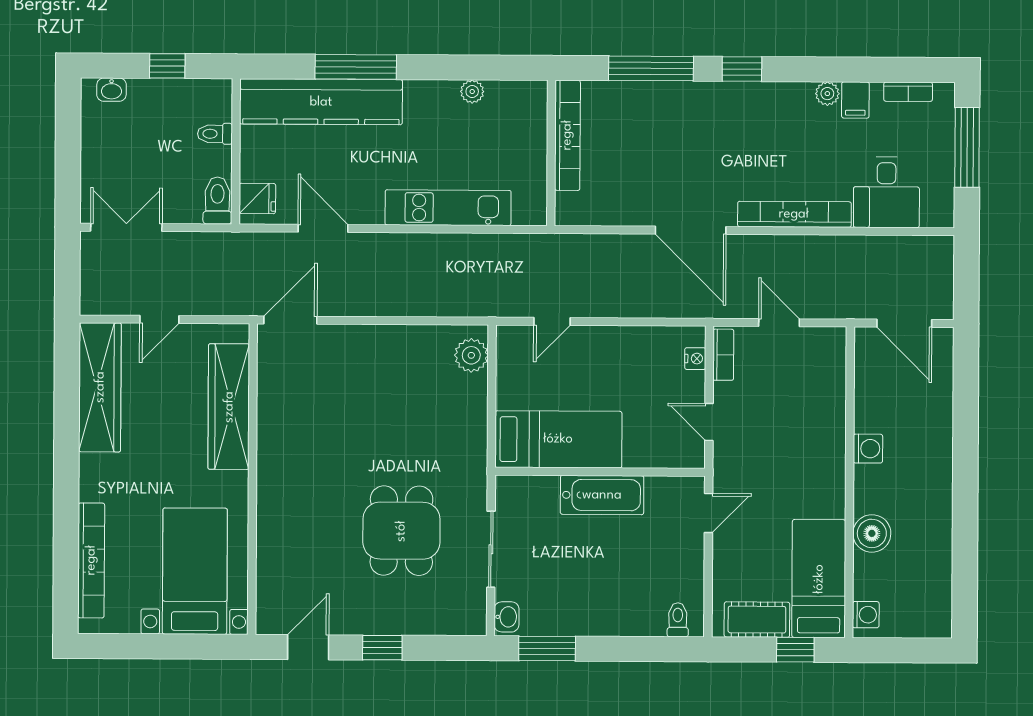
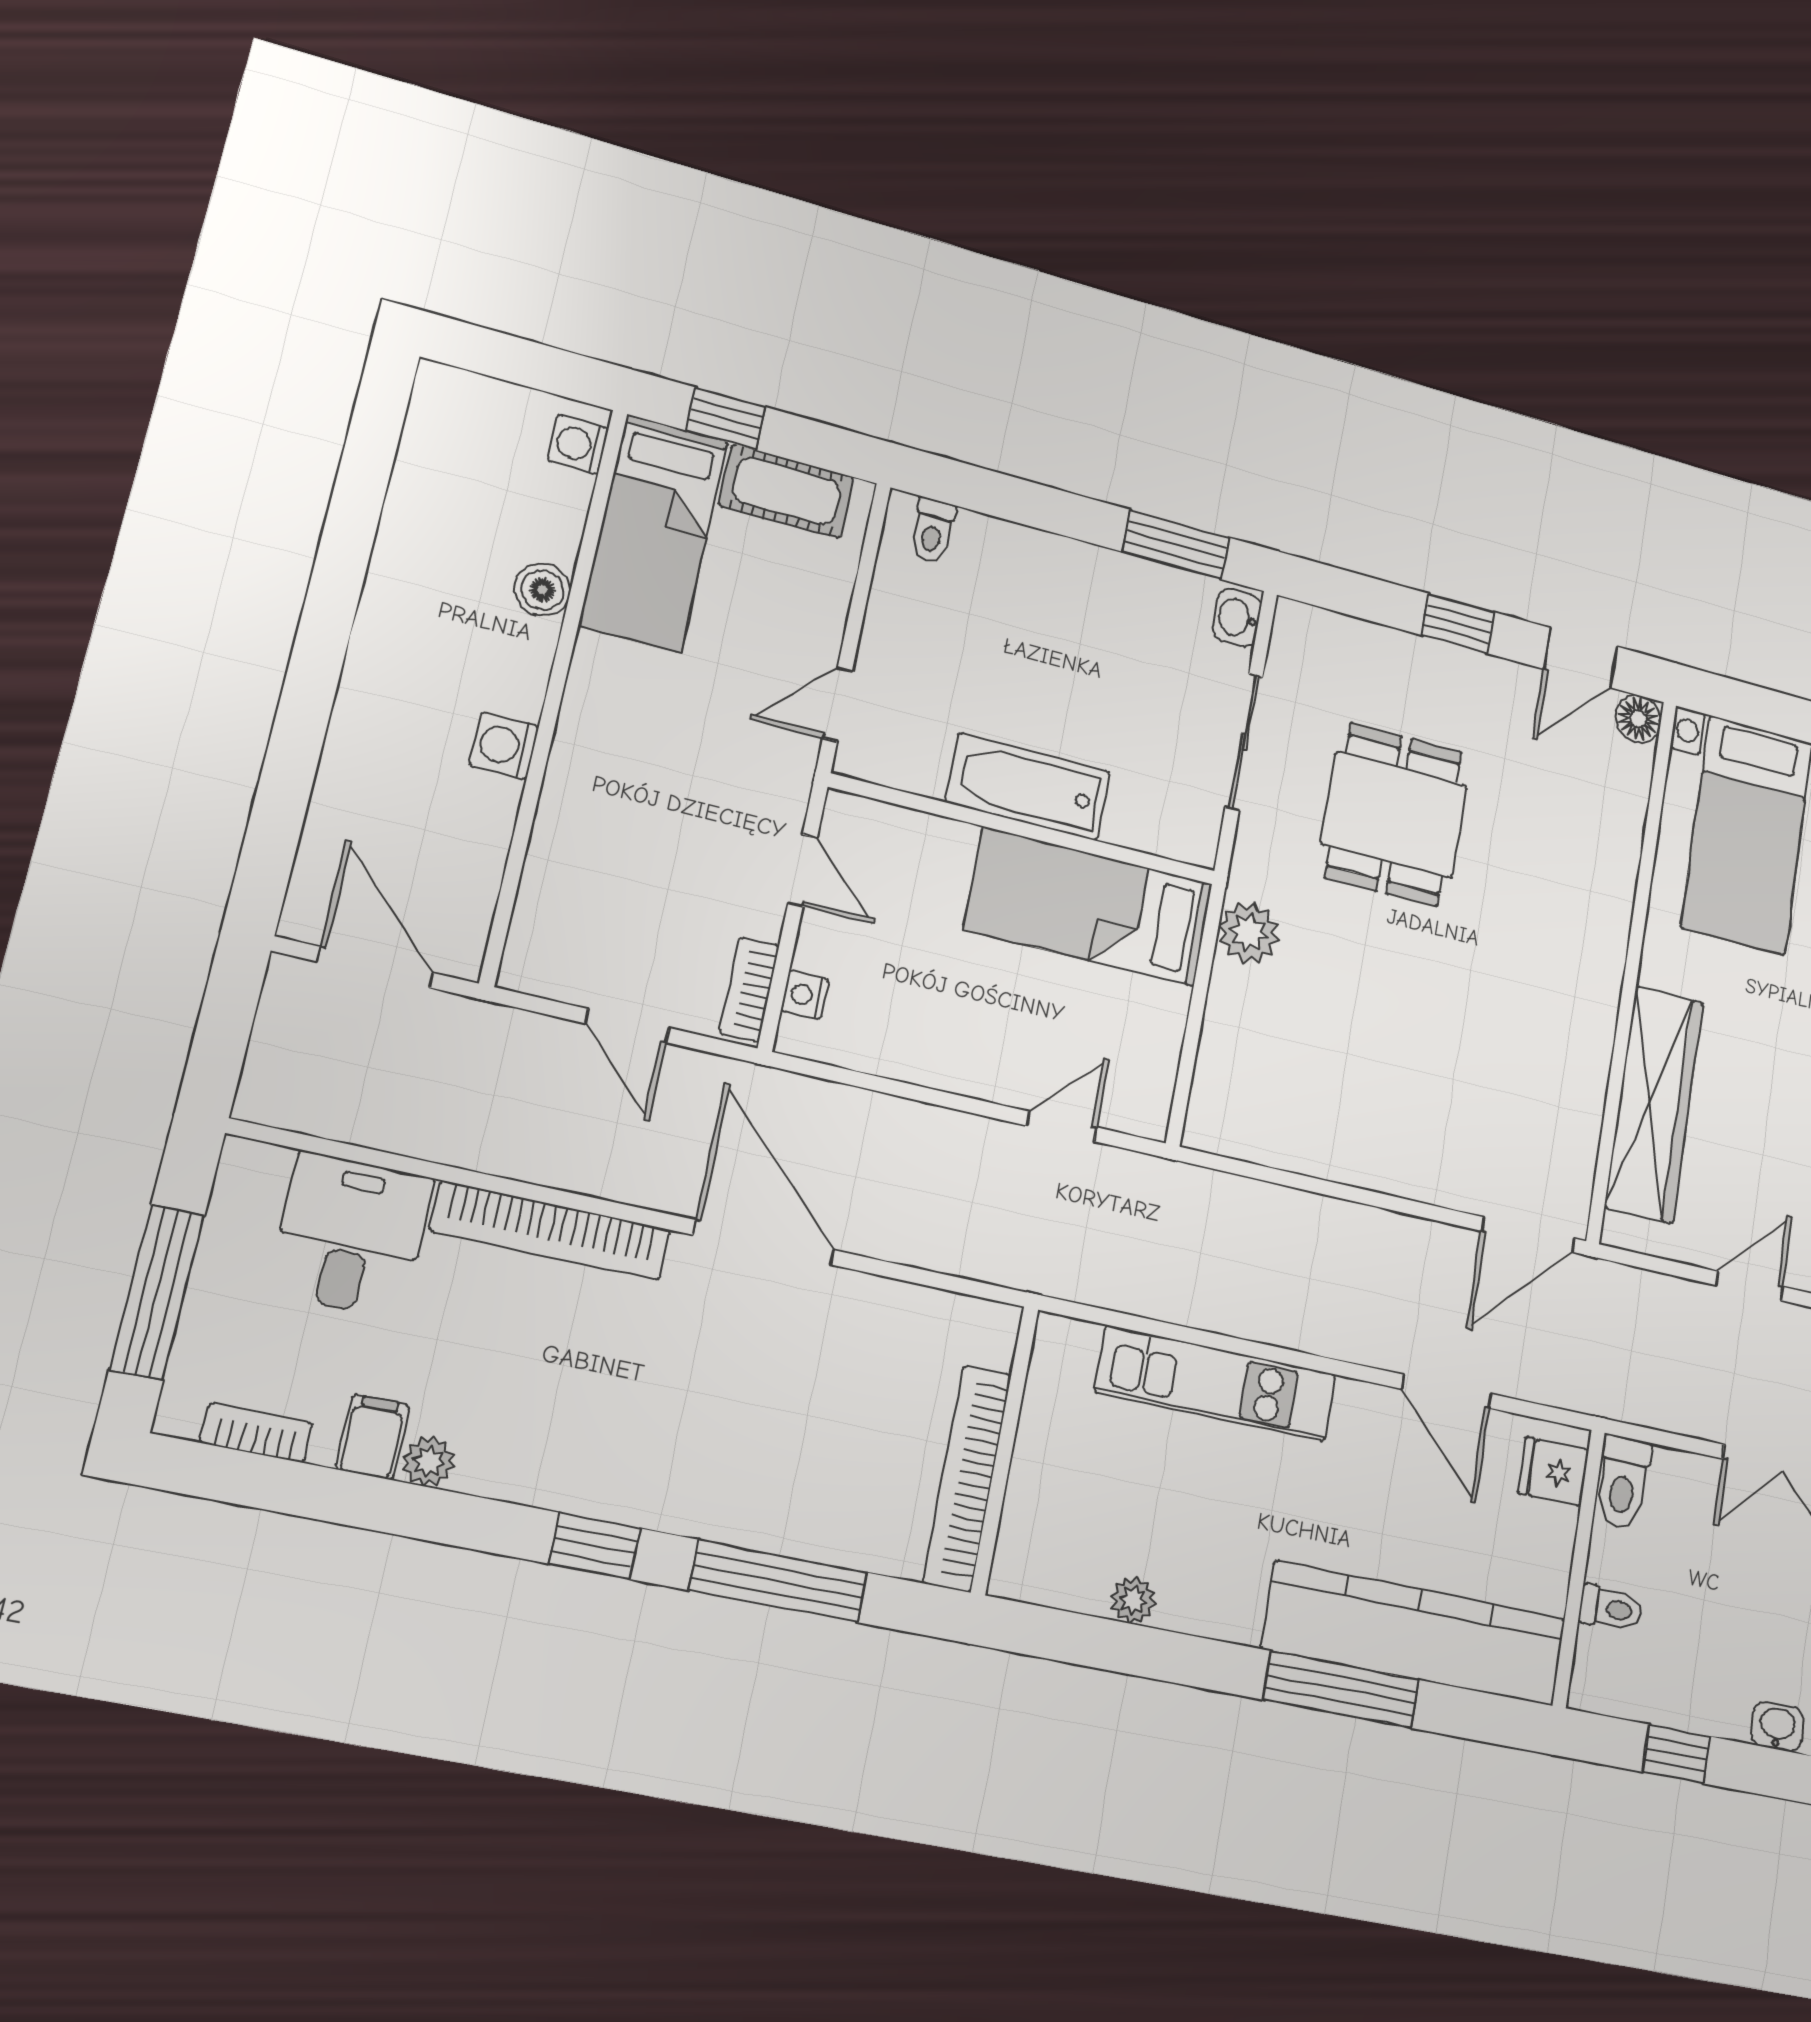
plant: (471, 355) -> (1249, 933), moved
boiler: (872, 533) -> (542, 590), width x0.73, depth x0.73
floor lamp: (269, 621) -> (1638, 719), added

